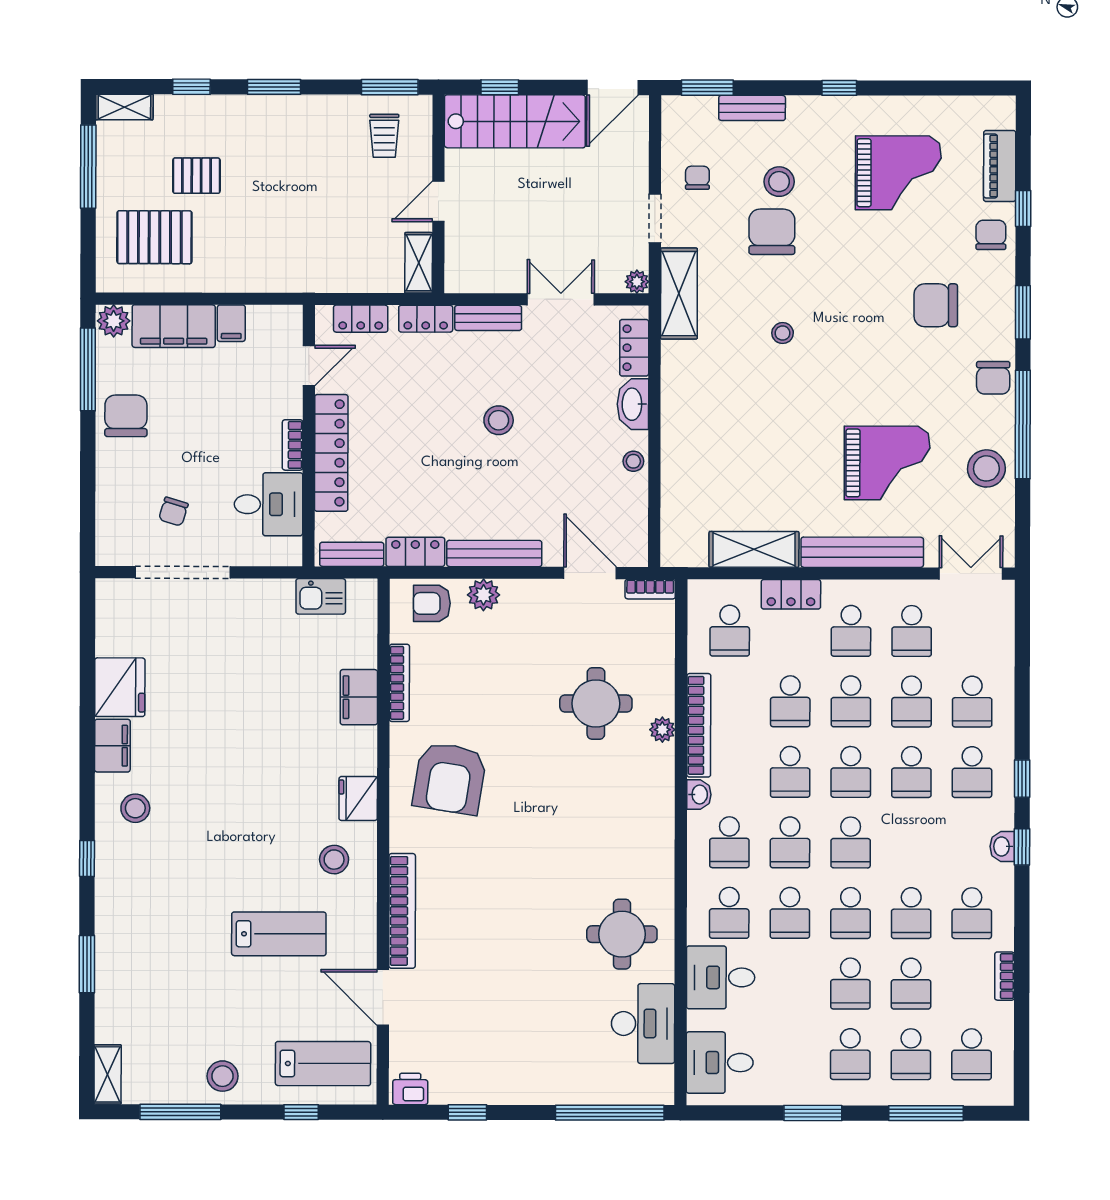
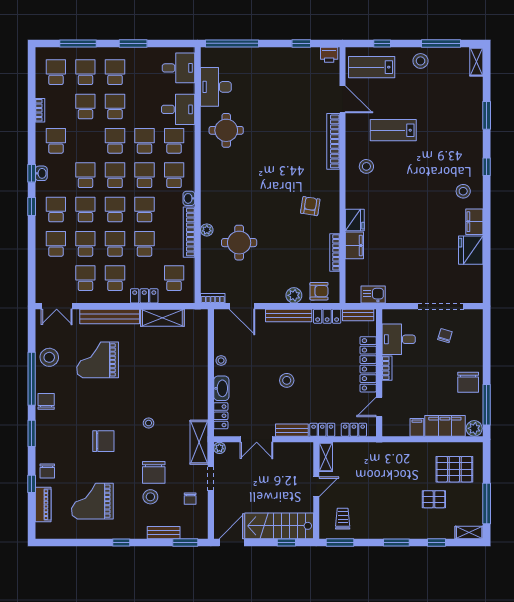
chair: (936, 305) -> (103, 441), moved
armchair: (450, 778) -> (310, 206), width x0.53, depth x0.53
fridge: (358, 798) -> (355, 220), moved
school desk: (911, 913) -> (85, 175), moved

